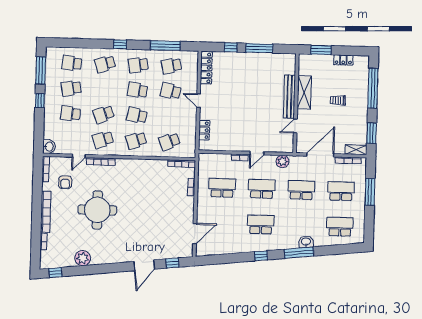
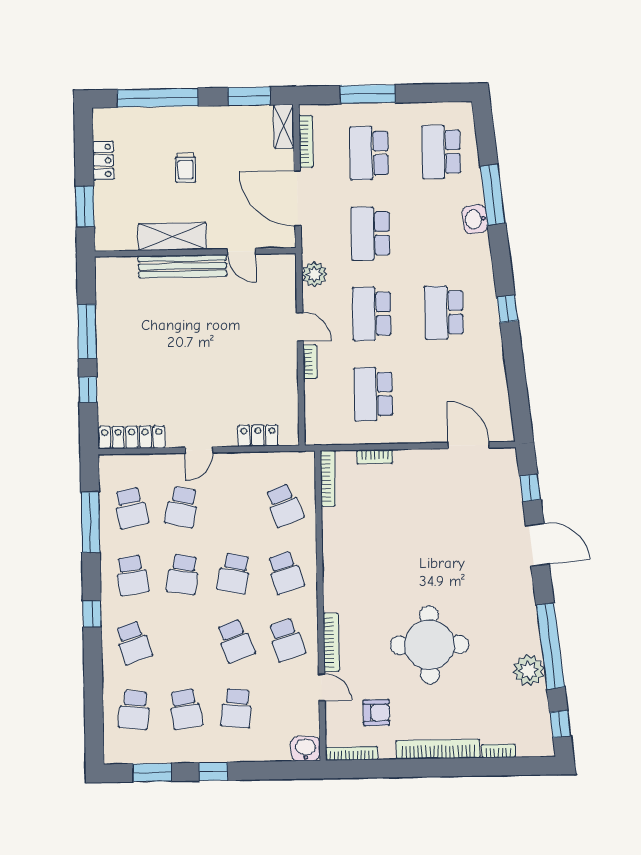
window: (41, 70) -> (152, 773), width x0.69
window: (299, 253) -> (493, 195), moved
window: (94, 269) -> (550, 646), added

